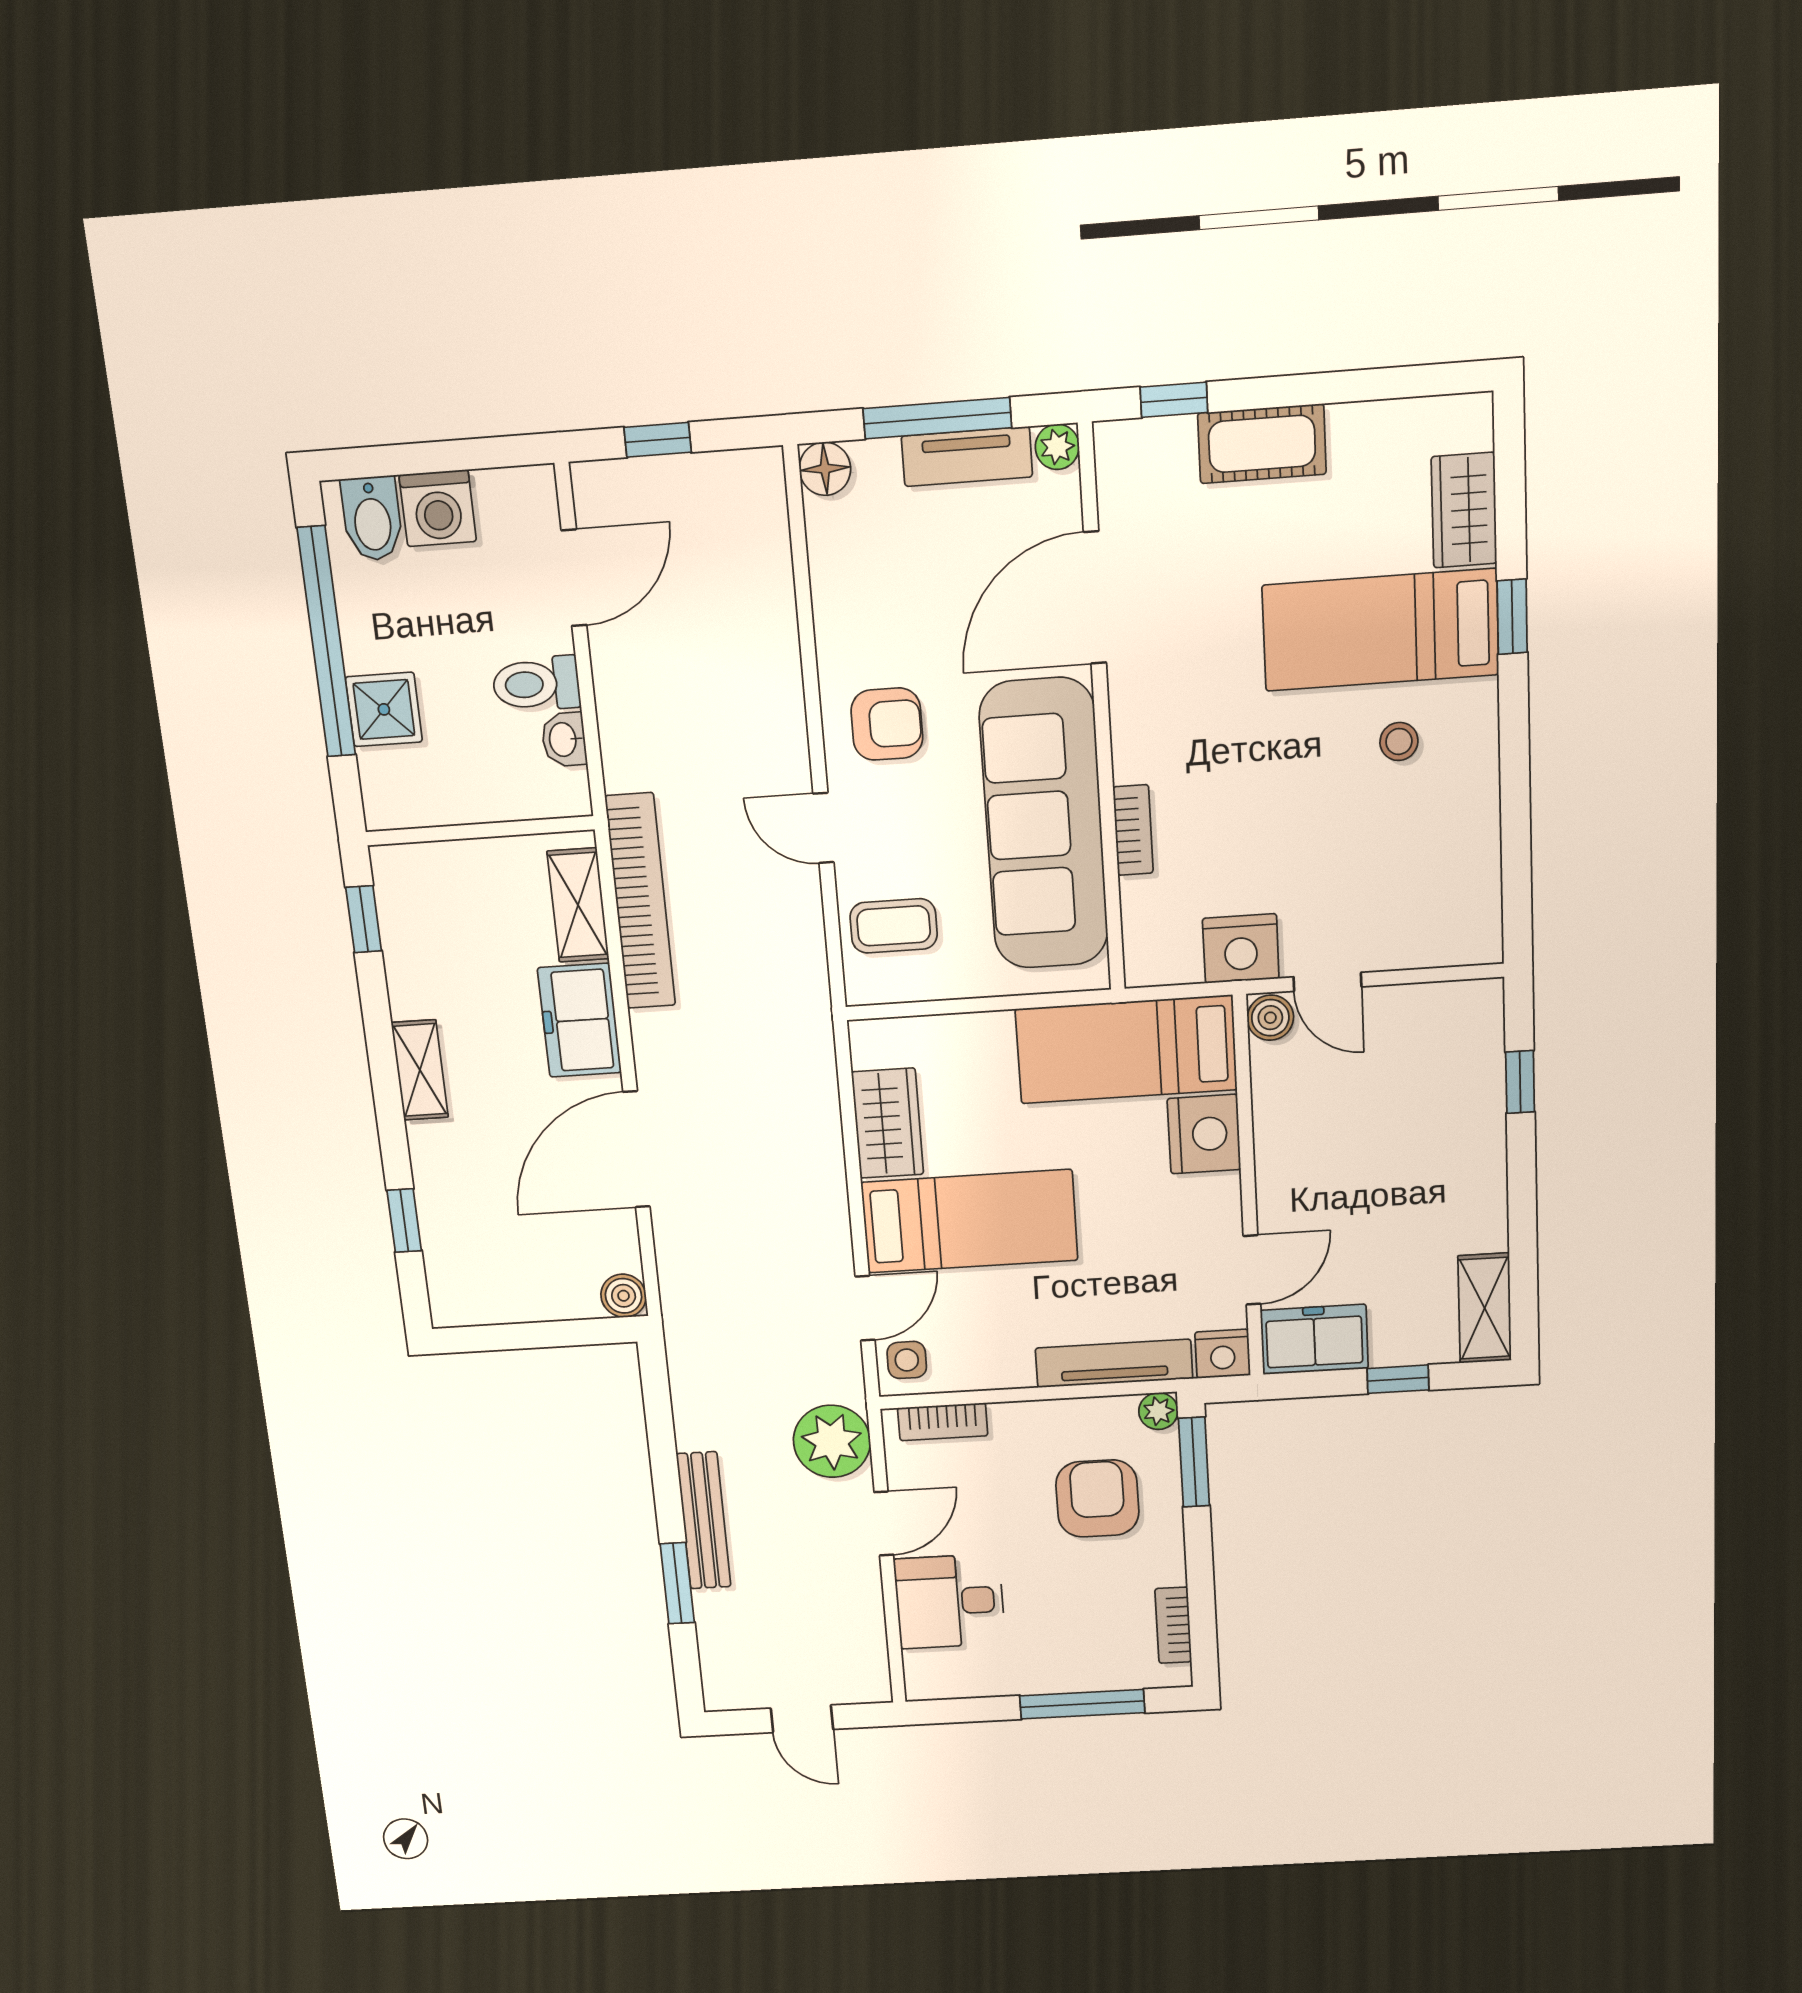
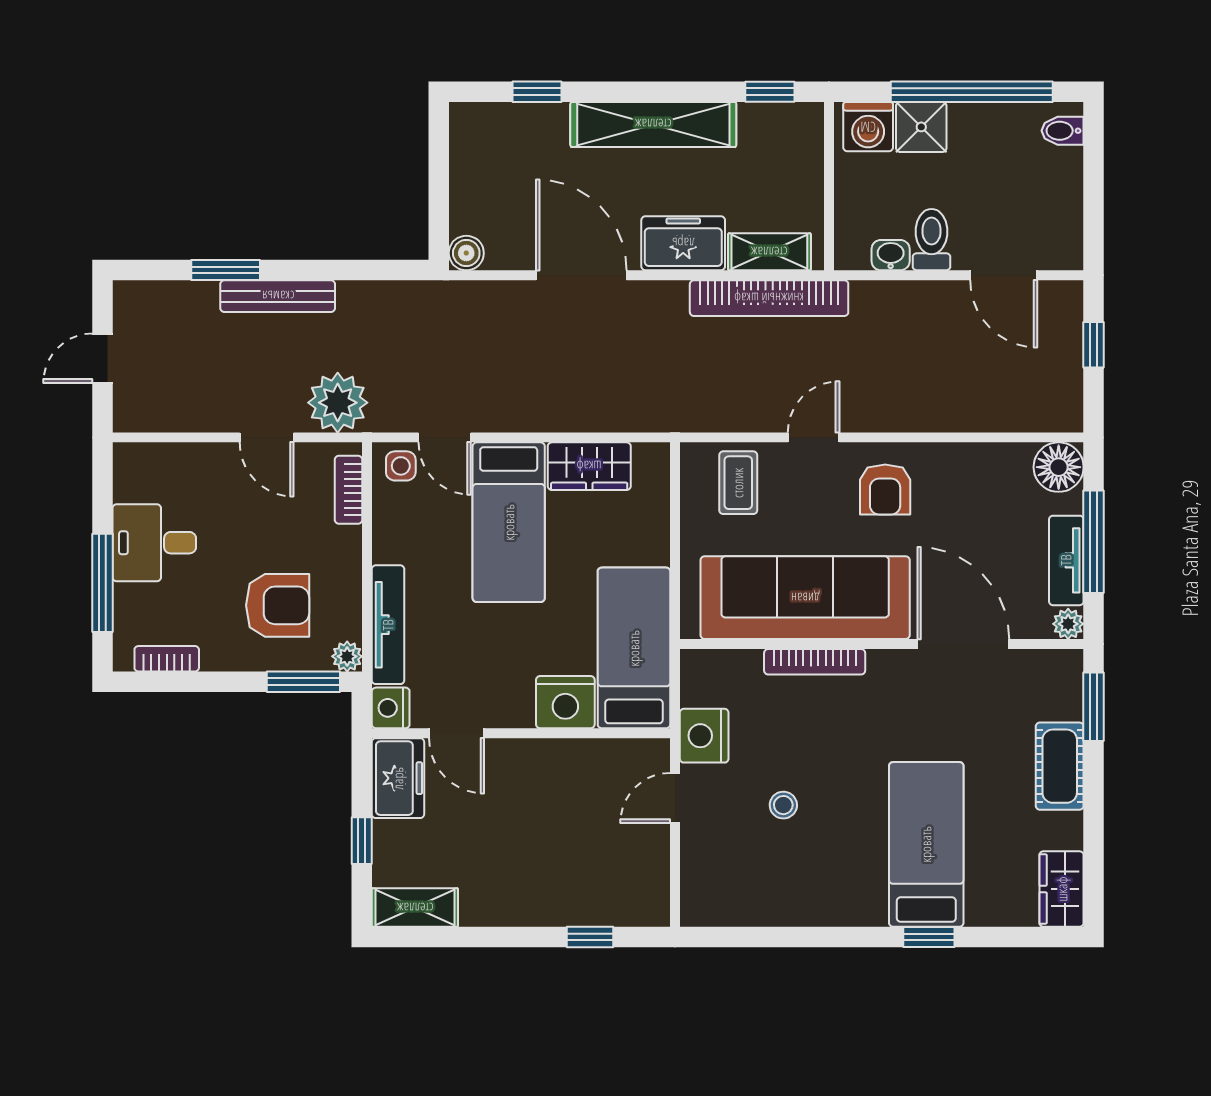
window: (1174, 400) -> (1094, 707), width x1.50
floor lamp: (825, 469) -> (1059, 467), width x1.38, depth x1.38
washing machine: (438, 508) -> (868, 127), moved, turned -90
wardrobe: (1464, 510) -> (1062, 889), moved, turned -90
bidet: (372, 519) -> (1063, 131), width x0.72, depth x0.74
stool: (1399, 741) -> (783, 805), moved
bookcase: (1133, 830) -> (815, 662), width x1.56
boiler: (1270, 1018) -> (651, 755), removed
shelving: (420, 1070) -> (653, 124), width x2.20, depth x1.33
desk: (950, 1601) -> (154, 543), moved, turned -90

